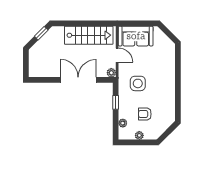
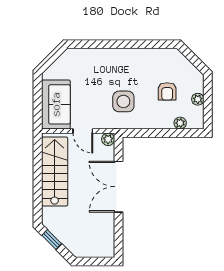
door: (117, 55) -> (83, 131), swing flipped
window: (116, 102) -> (150, 133), removed

